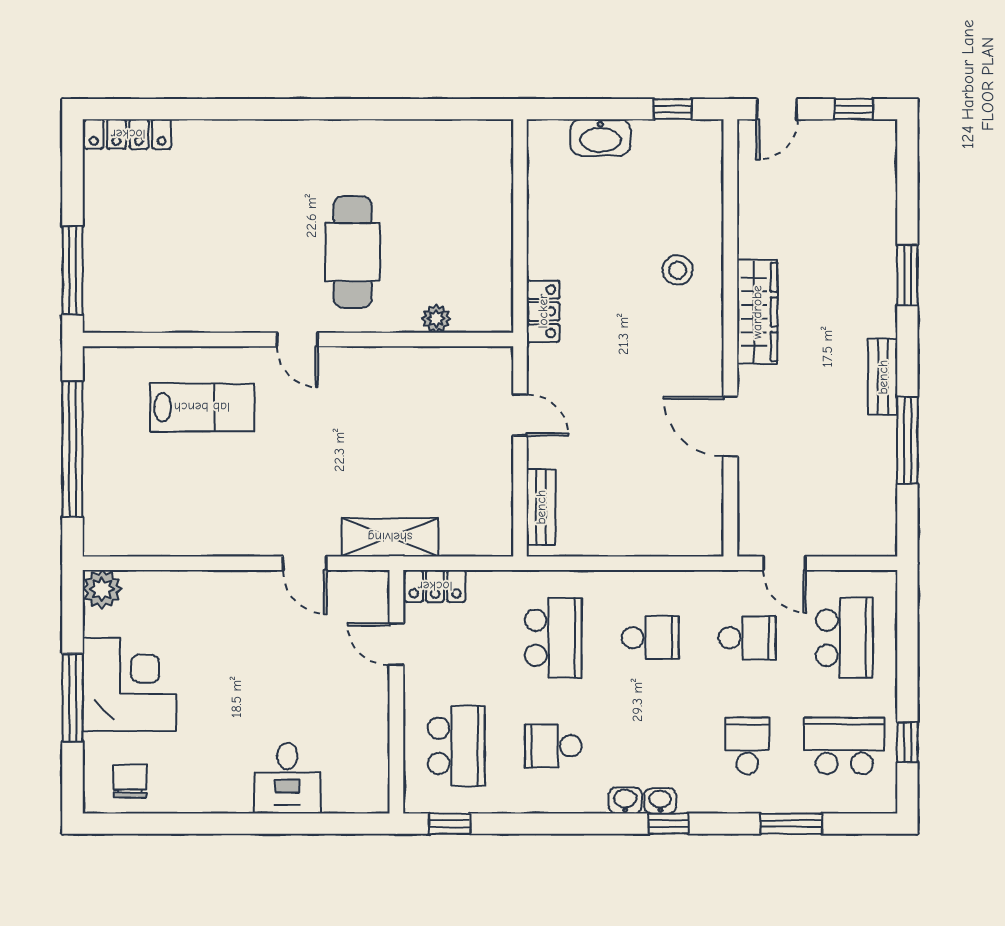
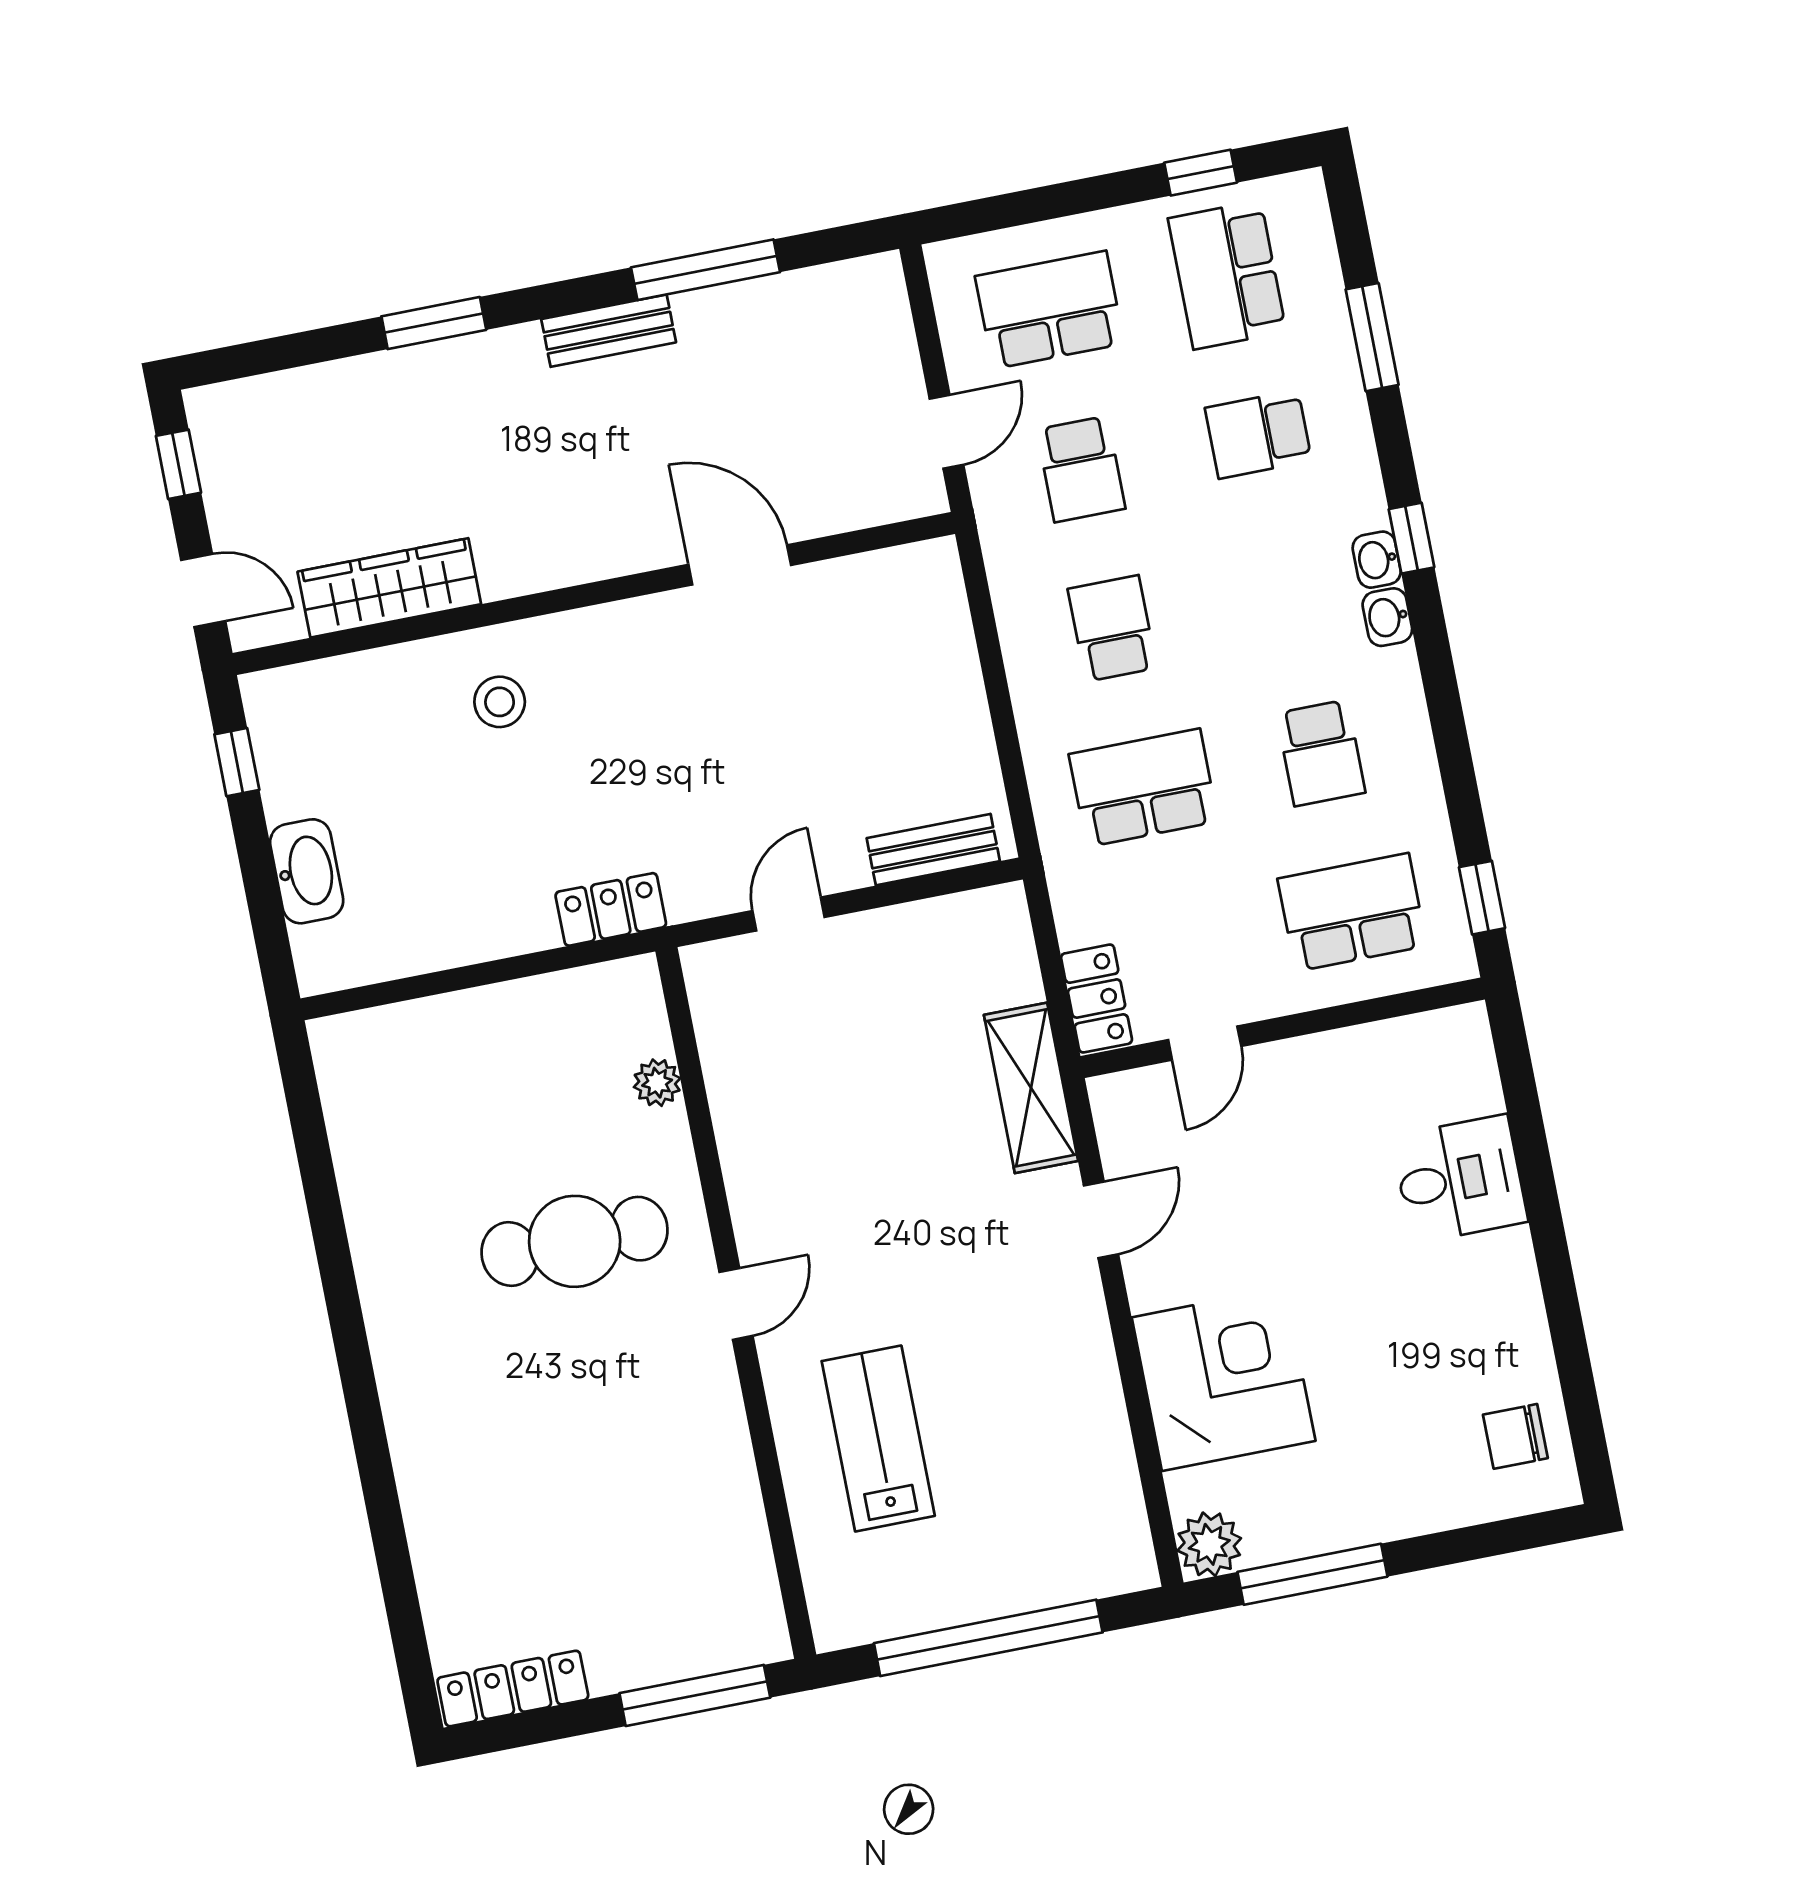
locker: (128, 134) -> (513, 1689), moved, turned -90
wardrobe: (757, 312) -> (389, 588), moved
door: (730, 427) -> (740, 565), swing flipped
school desk: (747, 638) -> (1081, 469), turned 180
corner desk: (129, 685) -> (1224, 1379), moved, turned 90
window: (72, 698) -> (1312, 1574), moved

